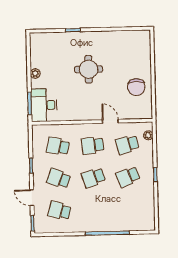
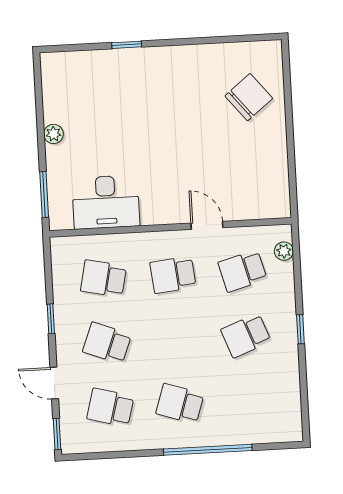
round table: (89, 69) -> (160, 122), removed
chair: (136, 87) -> (249, 97), moved, turned -129
desk: (44, 105) -> (106, 202), moved, turned -90
school desk: (93, 178) -> (180, 404), moved, turned 36

